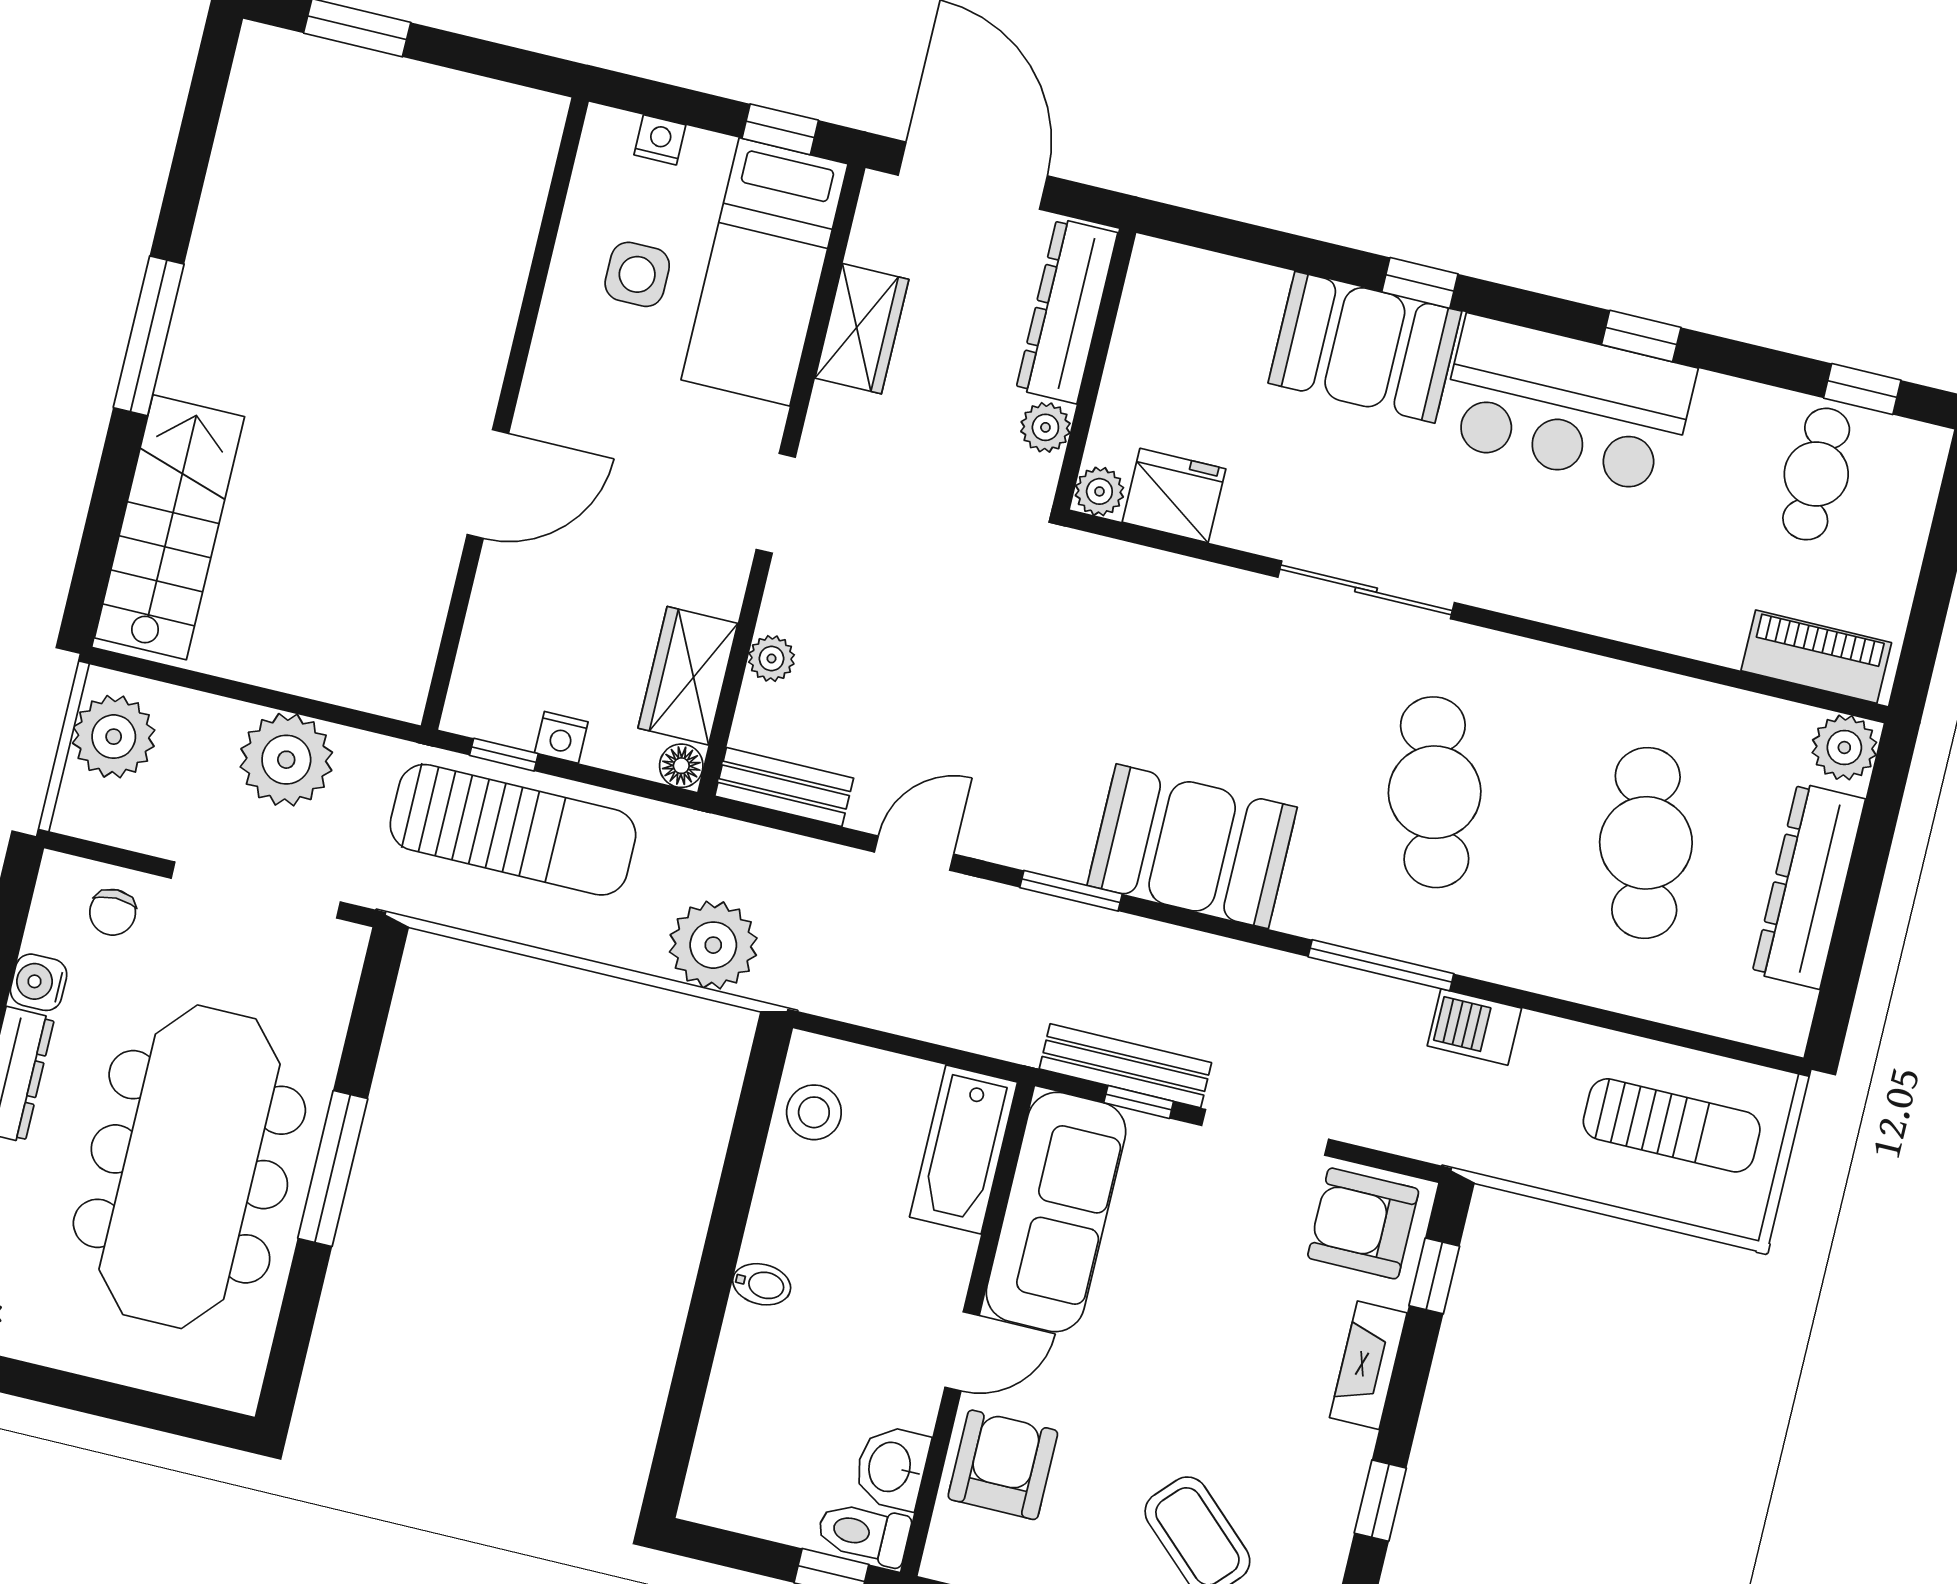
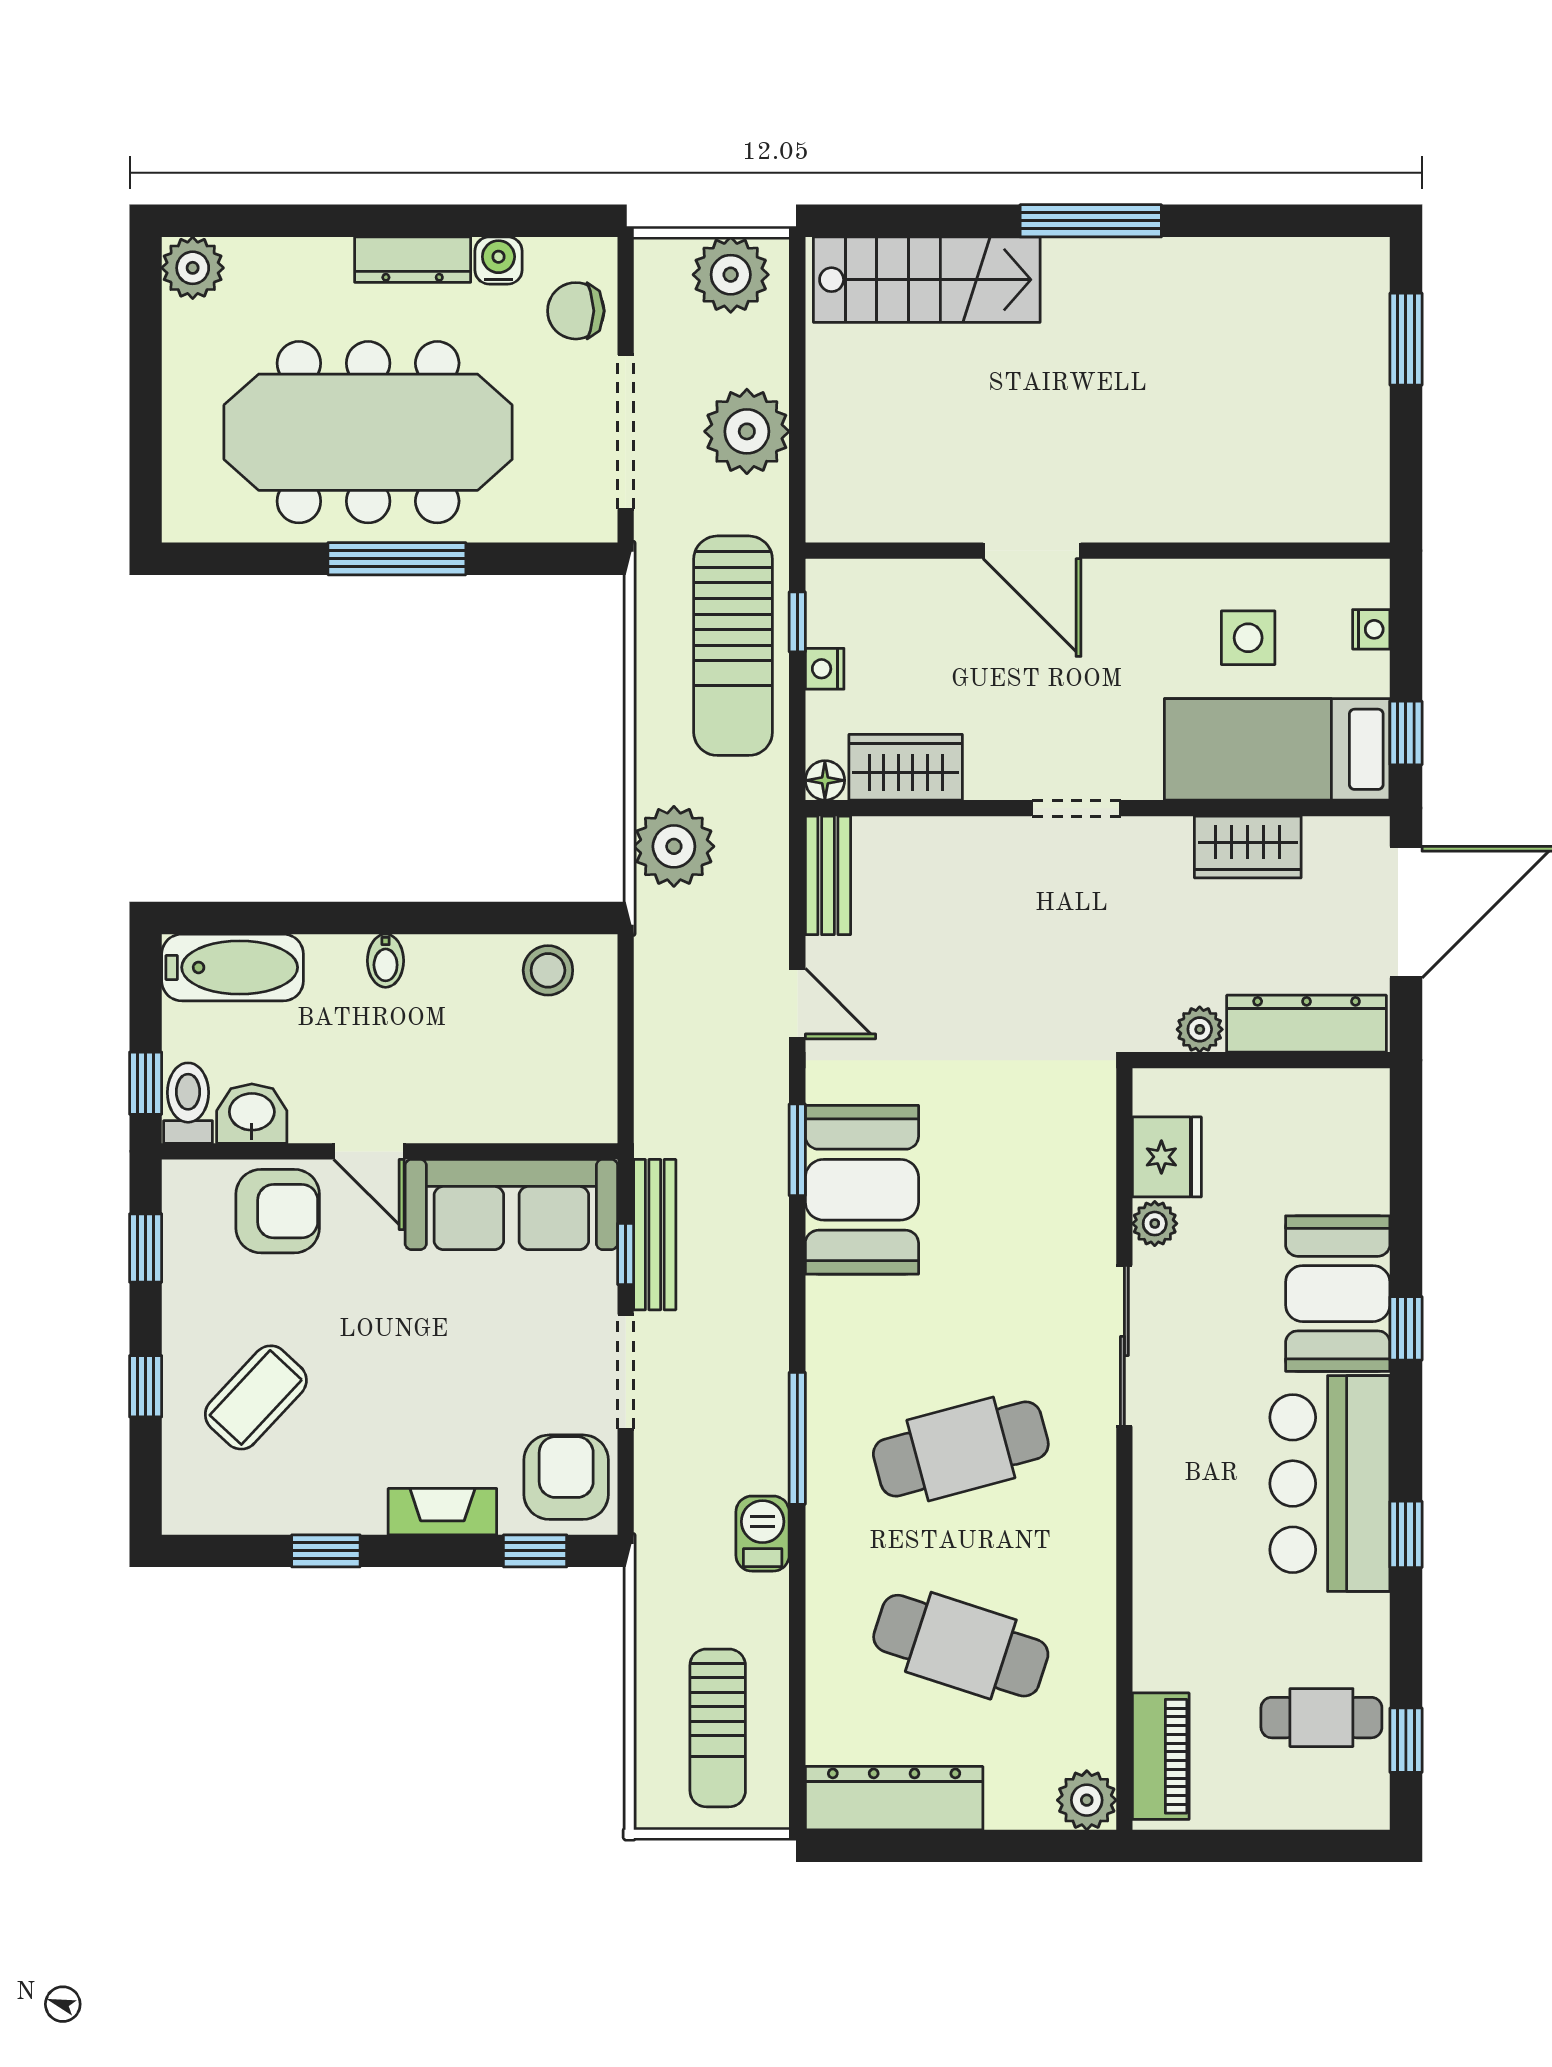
plant: (1099, 491) -> (1155, 1224), moved
plant: (772, 658) -> (938, 837), removed
cafe table: (1646, 843) -> (961, 1646), turned 30
booth: (1192, 846) -> (862, 1190), moved
dresser: (1809, 886) -> (894, 1798), moved
chair: (113, 912) -> (576, 311), width x1.37, depth x1.37
bathtub: (964, 1150) -> (233, 967), moved, turned 180

